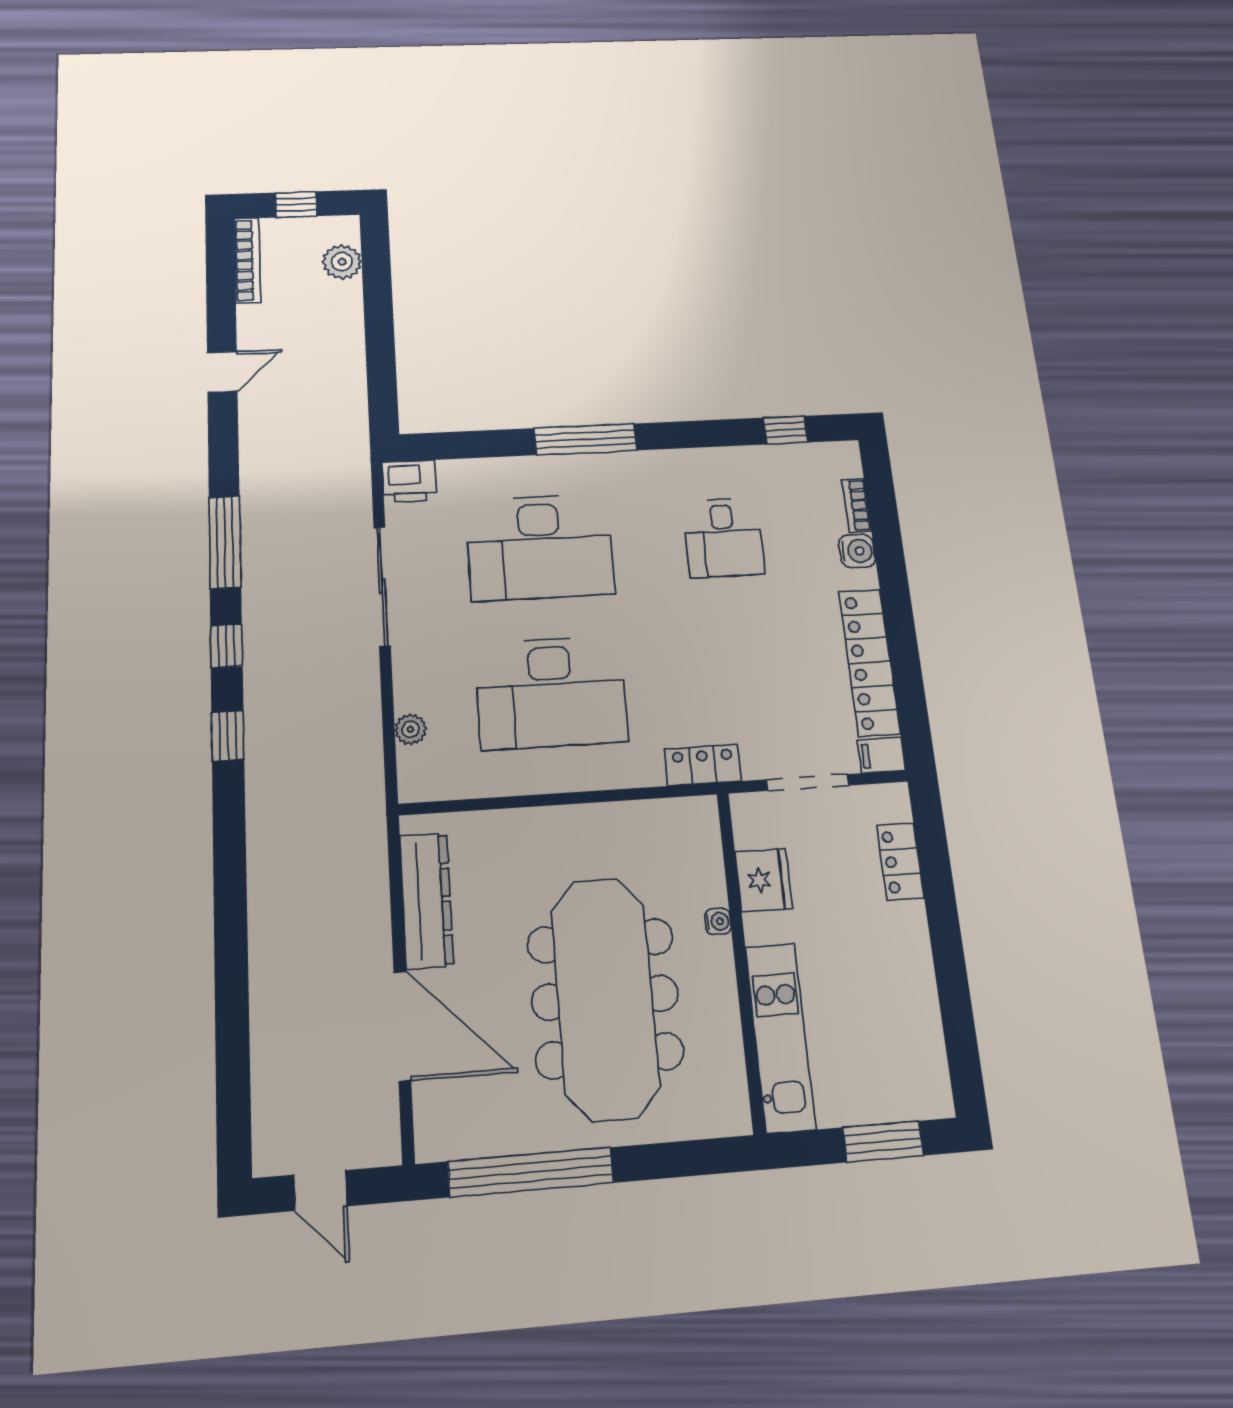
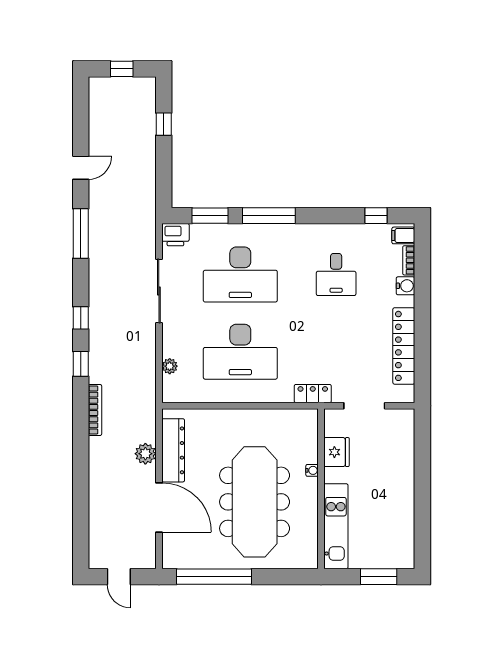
bookcase: (247, 260) -> (95, 410), moved
plant: (342, 262) -> (145, 454), moved
window: (378, 292) -> (164, 124), added
window: (474, 444) -> (210, 216), added
window: (225, 542) -> (81, 233), moved
filing cabinet: (881, 755) -> (403, 235), moved
locker: (900, 862) -> (405, 448), removed

